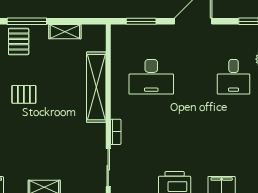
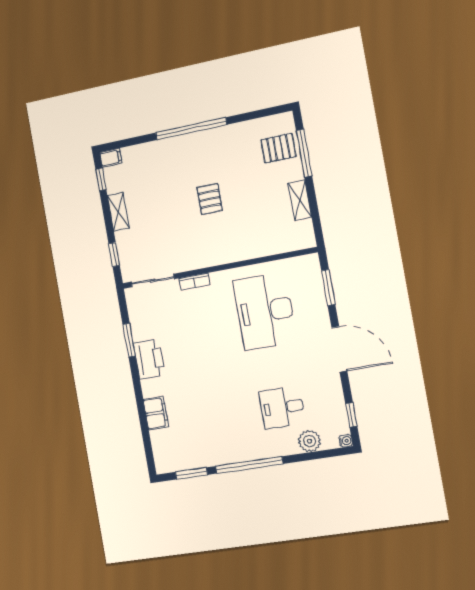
desk: (151, 77) -> (265, 311), width x1.36, depth x1.30
shelving: (96, 87) -> (241, 249), removed
pallet: (24, 94) -> (210, 199), moved

